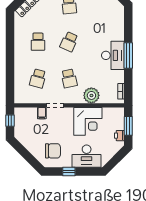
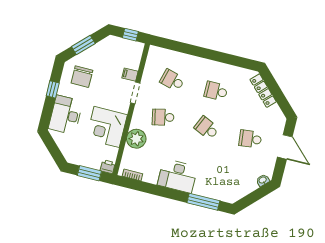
window: (128, 56) -> (203, 202), moved
printer: (119, 136) -> (108, 167), moved
window: (28, 156) -> (83, 45), added

